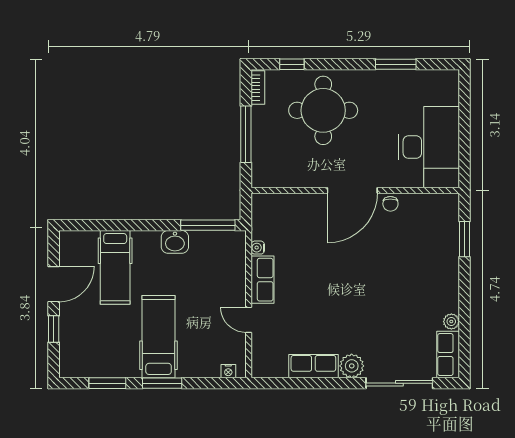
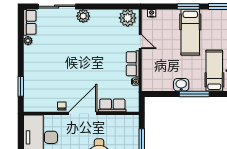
window: (208, 225) -> (194, 94), moved
plant: (272, 362) -> (128, 18), added
row of seats: (313, 366) -> (112, 105), moved, turned 180

